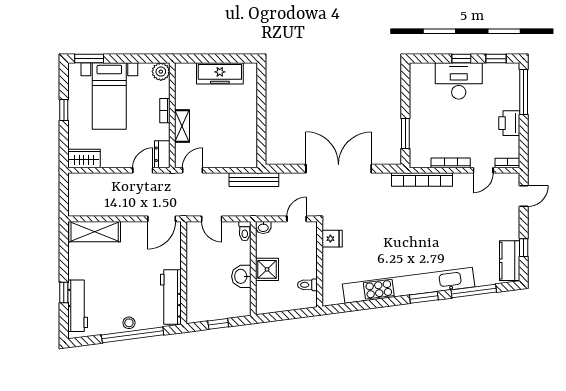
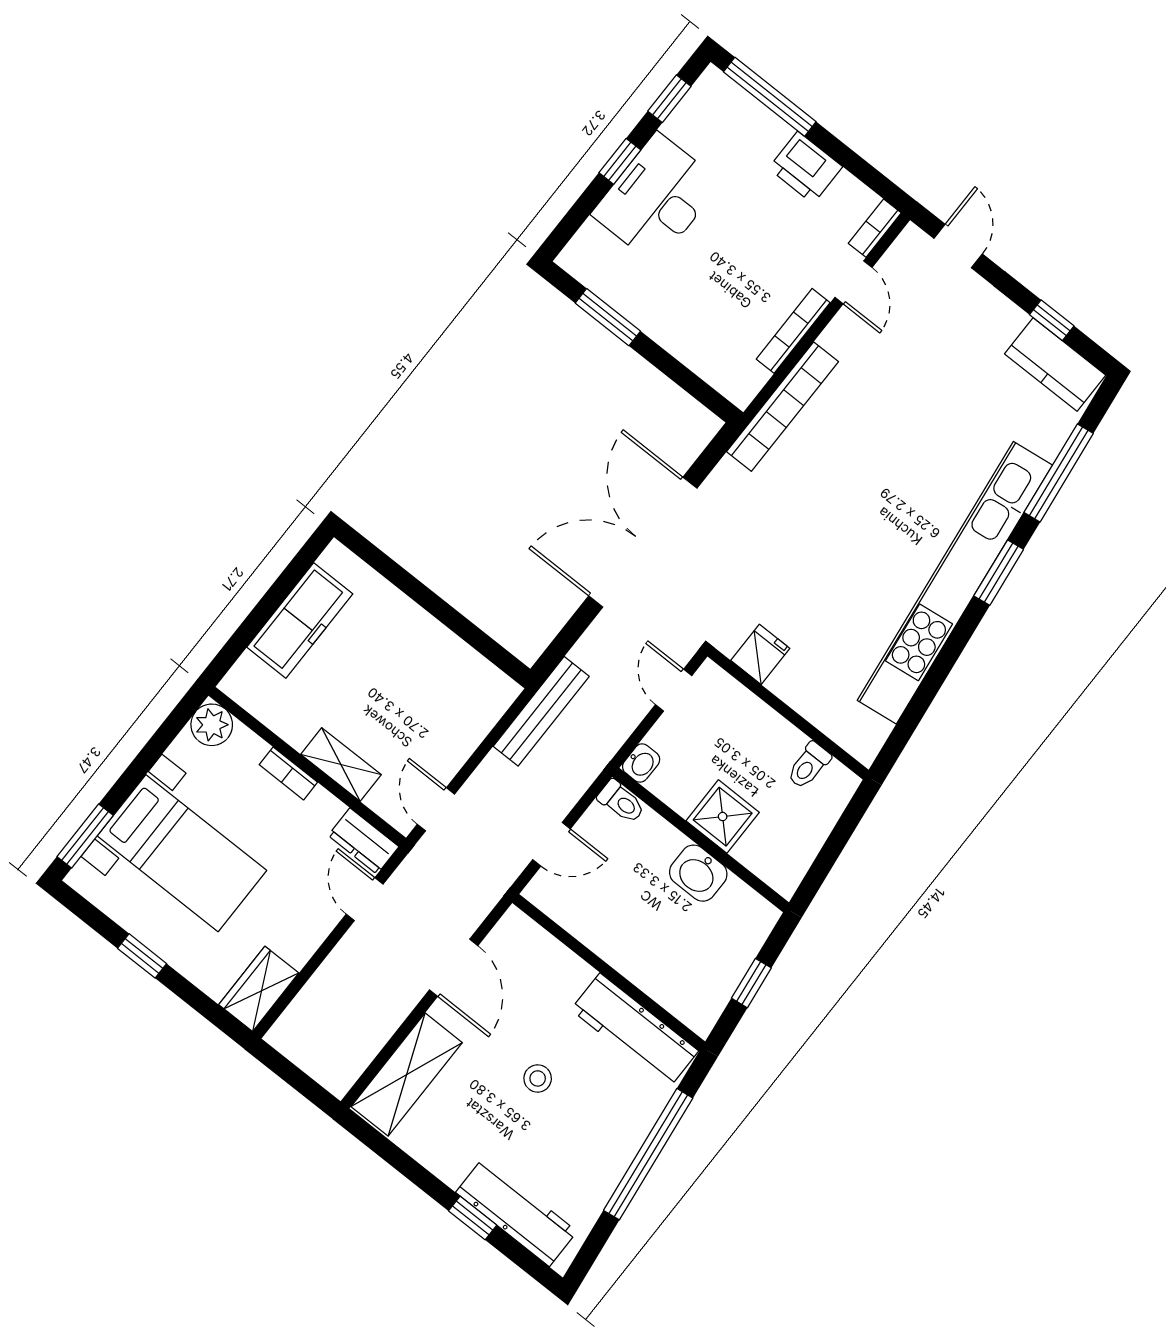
window: (405, 133) -> (608, 317), moved
door: (162, 219) -> (454, 968), moved
stool: (129, 323) -> (538, 1078), moved

